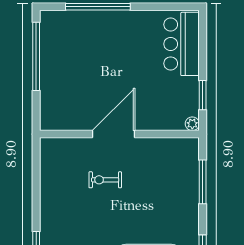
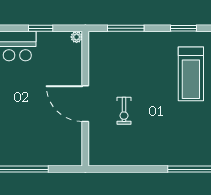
window: (203, 95) -> (41, 28), moved

